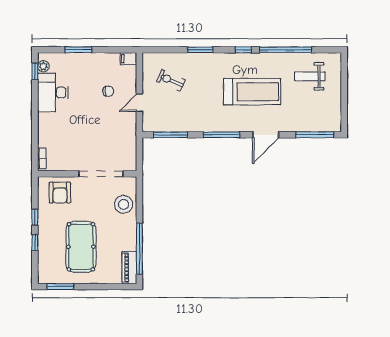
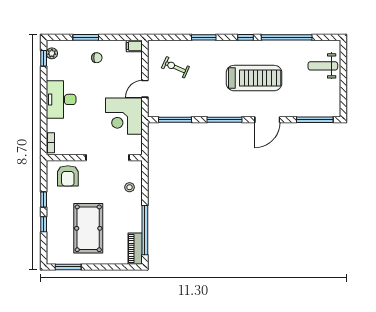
weight bench: (310, 76) -> (323, 66), moved
chair: (108, 91) -> (97, 58), moved
desk: (53, 92) -> (61, 99), moved
corner desk: (118, 131) -> (124, 116), added
stool: (124, 204) -> (130, 187), width x0.53, depth x0.53

